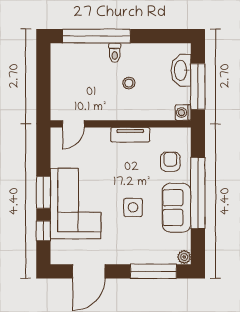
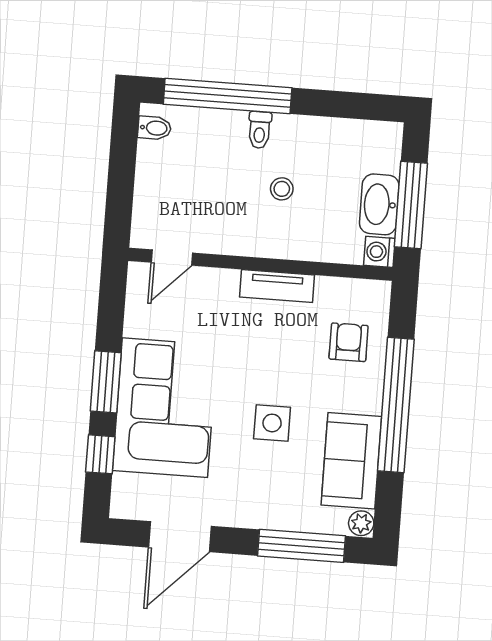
bidet: (59, 56) -> (154, 128), added
washbasin: (181, 70) -> (379, 204), moved
sofa: (177, 208) -> (351, 461), moved

